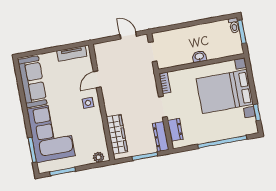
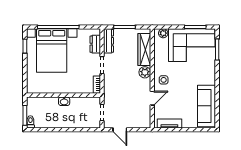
bed with nightstands: (225, 92) -> (52, 50), moved, turned 90
plant: (111, 108) -> (145, 72), added
corner sofa: (51, 132) -> (192, 45), moved, turned -90

